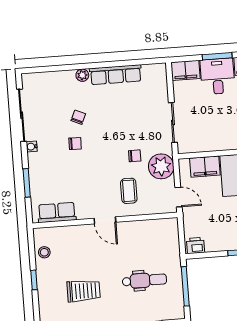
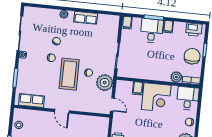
filing cabinet: (185, 70) -> (127, 23), width x0.50
row of seats: (116, 75) -> (86, 18), width x0.68
filing cabinet: (205, 167) -> (138, 88), width x0.50
coffee table: (129, 191) -> (69, 74), moved, width x1.86, depth x1.72

